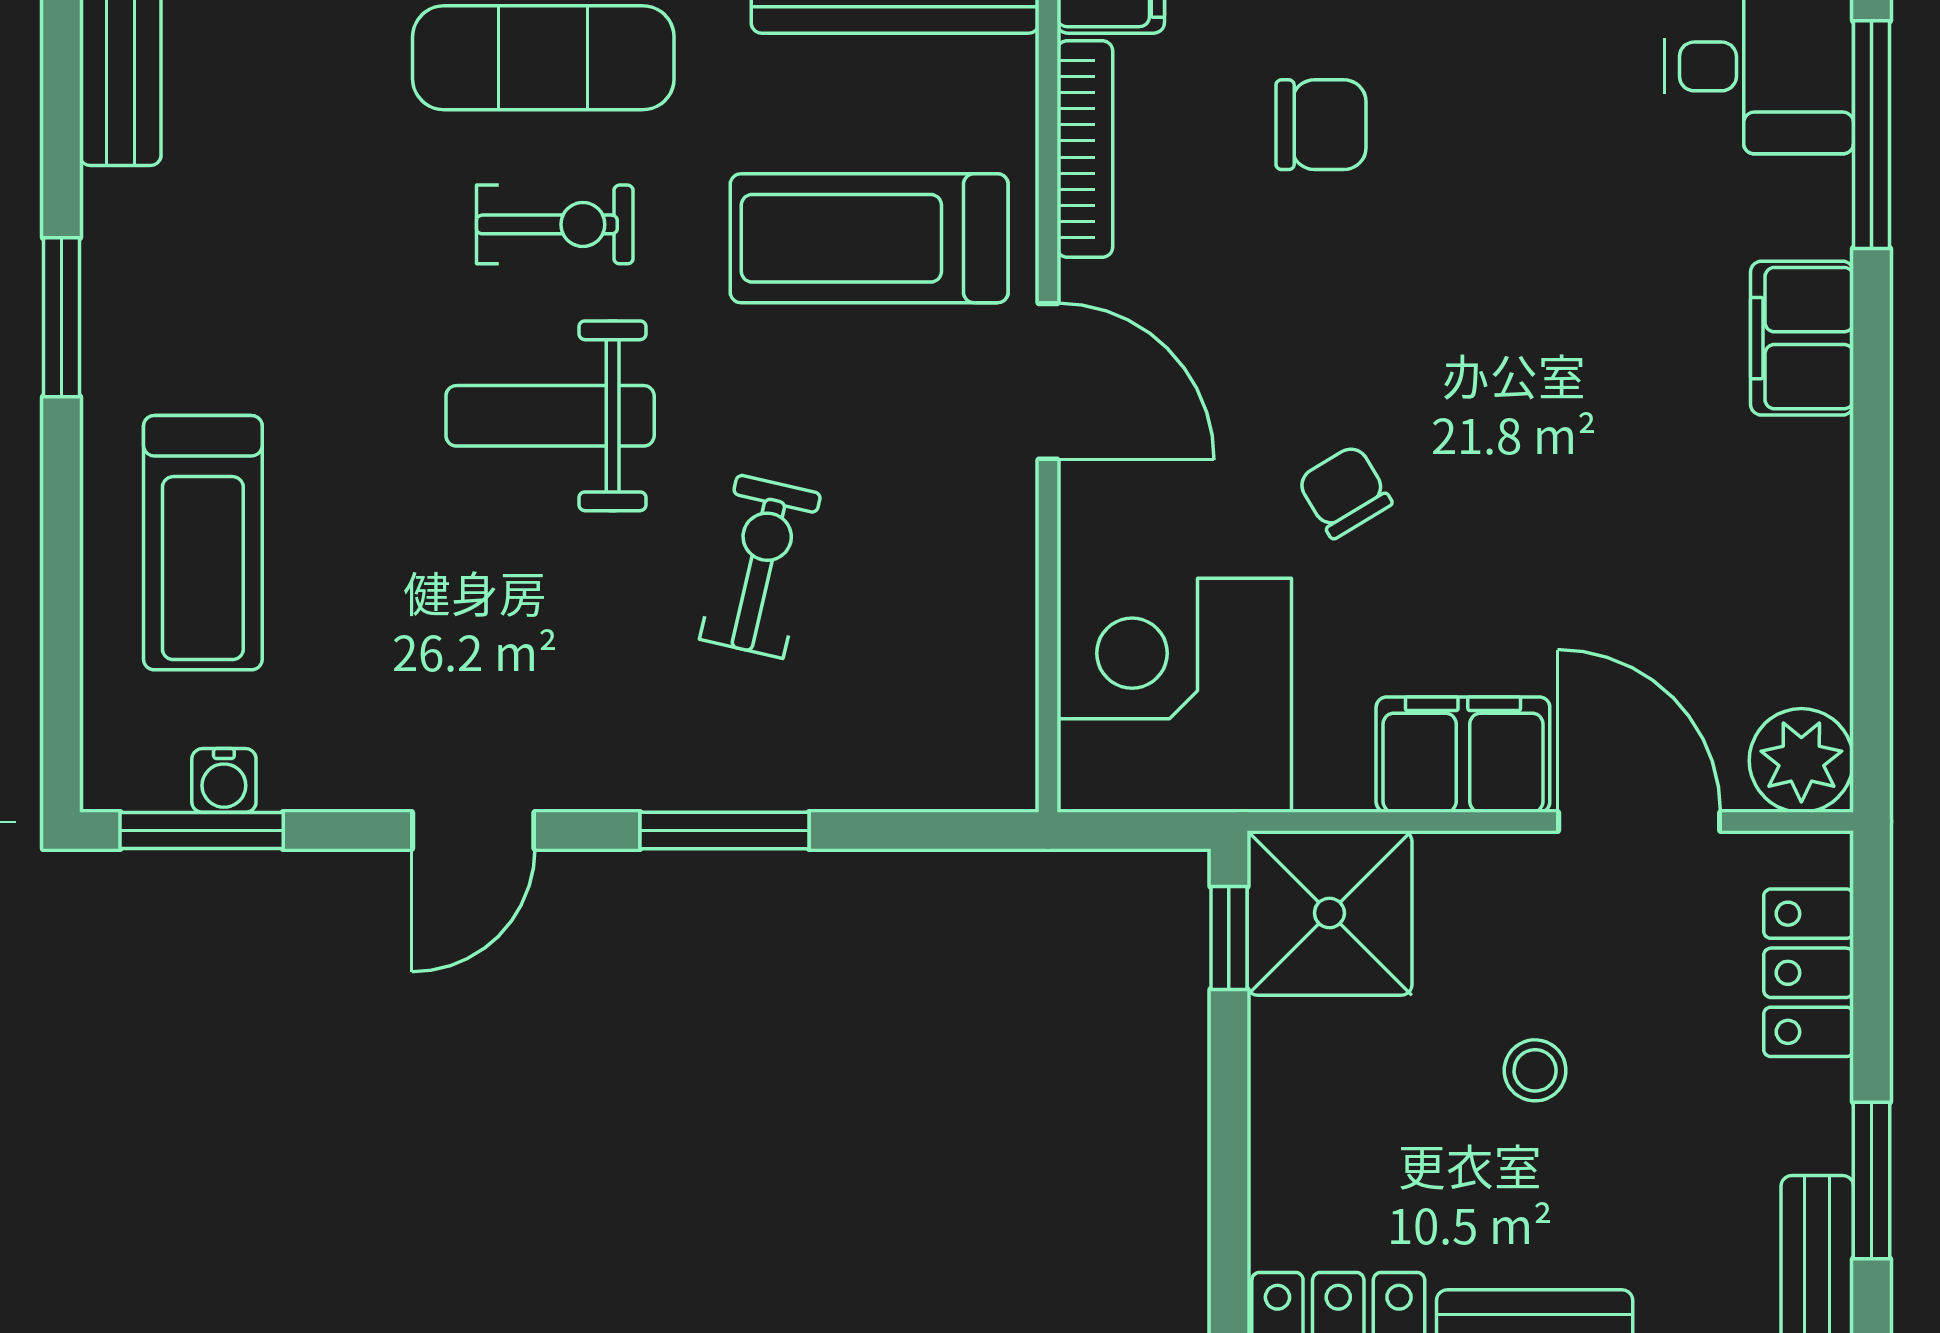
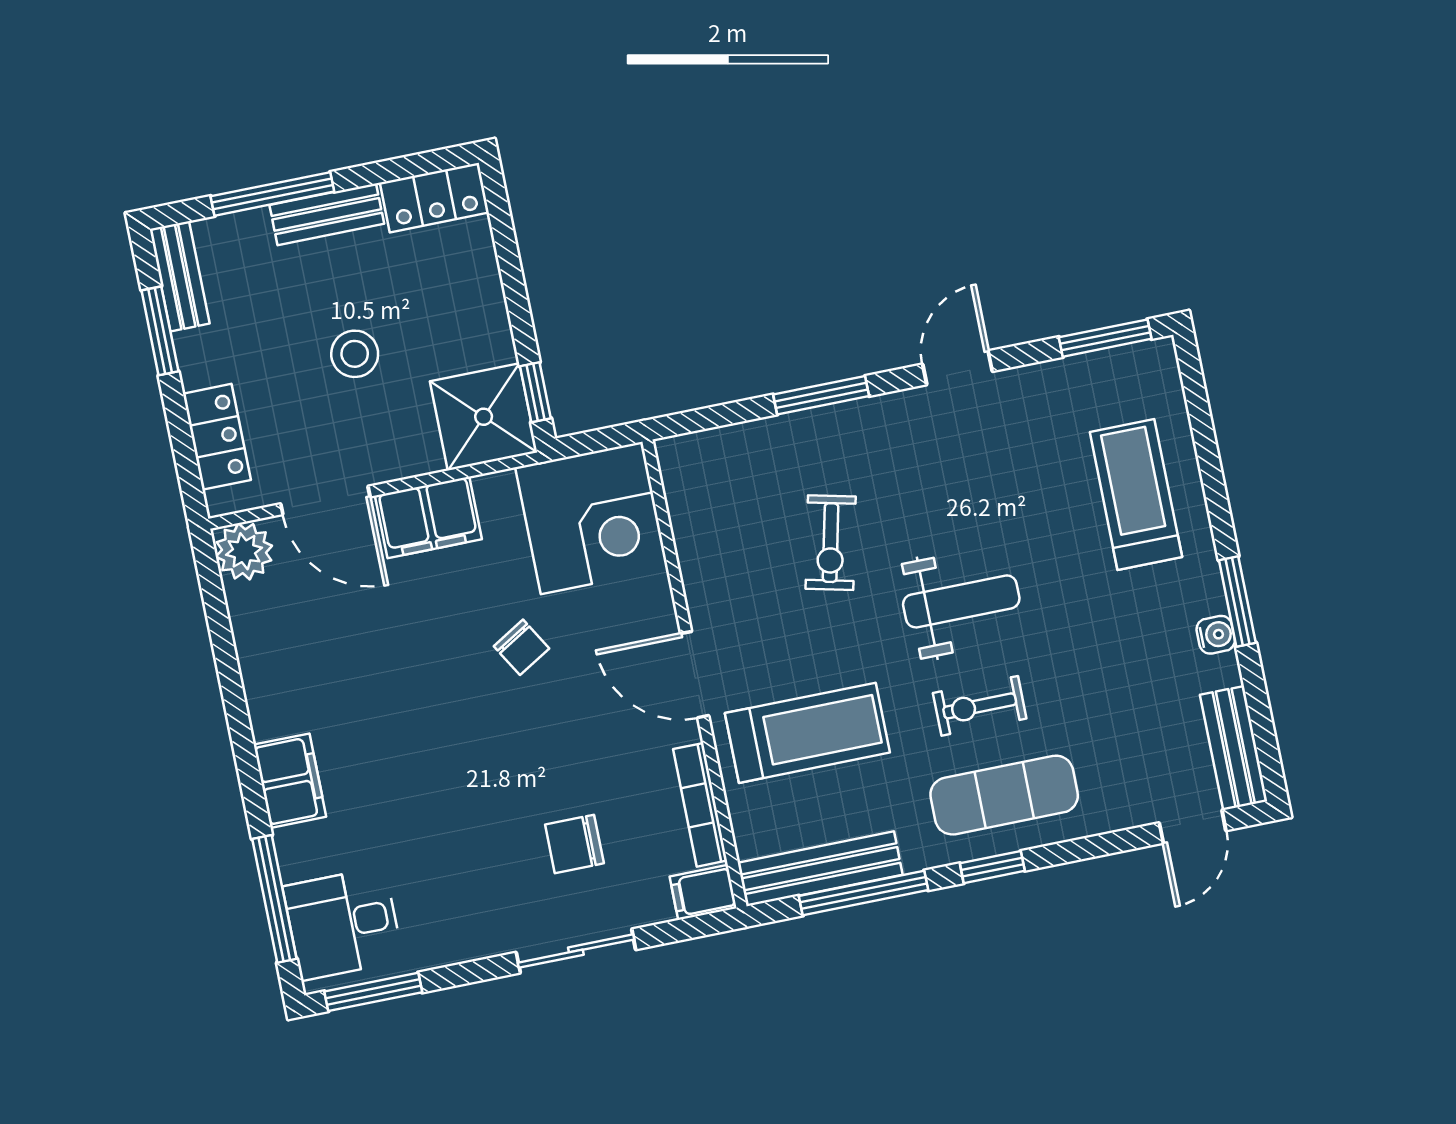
water cooler: (224, 780) -> (1216, 635), moved, turned 90
stool: (1535, 1070) -> (355, 354), width x1.37, depth x1.37

